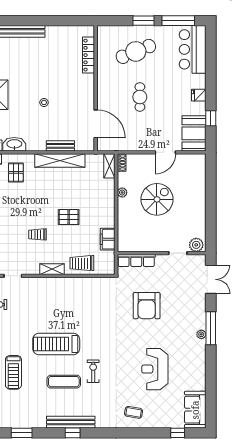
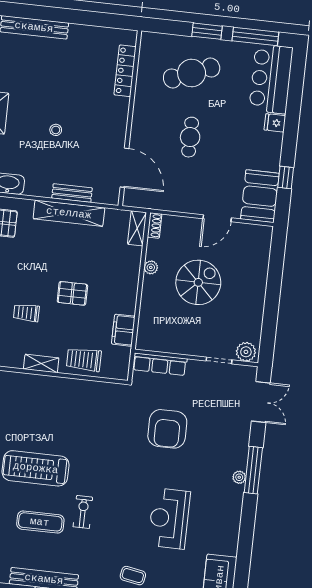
fridge: (199, 95) -> (275, 123), moved

